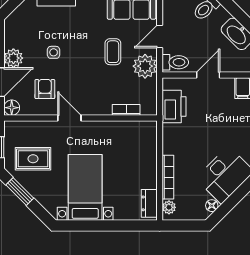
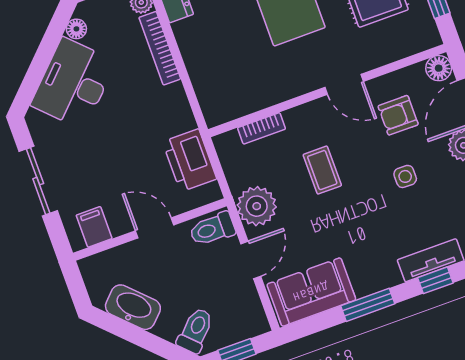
coffee table: (113, 52) -> (322, 170), moved
door: (208, 75) -> (155, 228), swing flipped
armchair: (45, 89) -> (398, 115), turned 90

